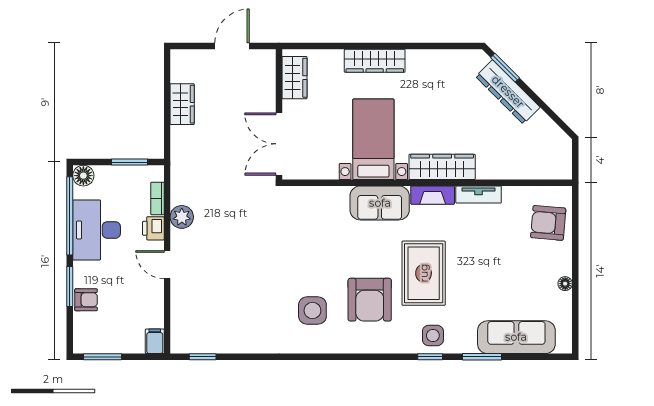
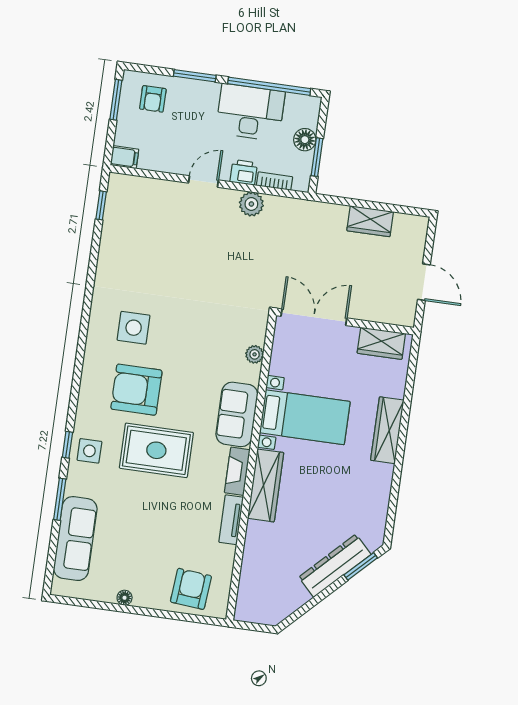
floor lamp: (83, 176) -> (305, 140), moved
plant: (321, 194) -> (255, 354), added
armchair: (86, 300) -> (153, 99), moved

